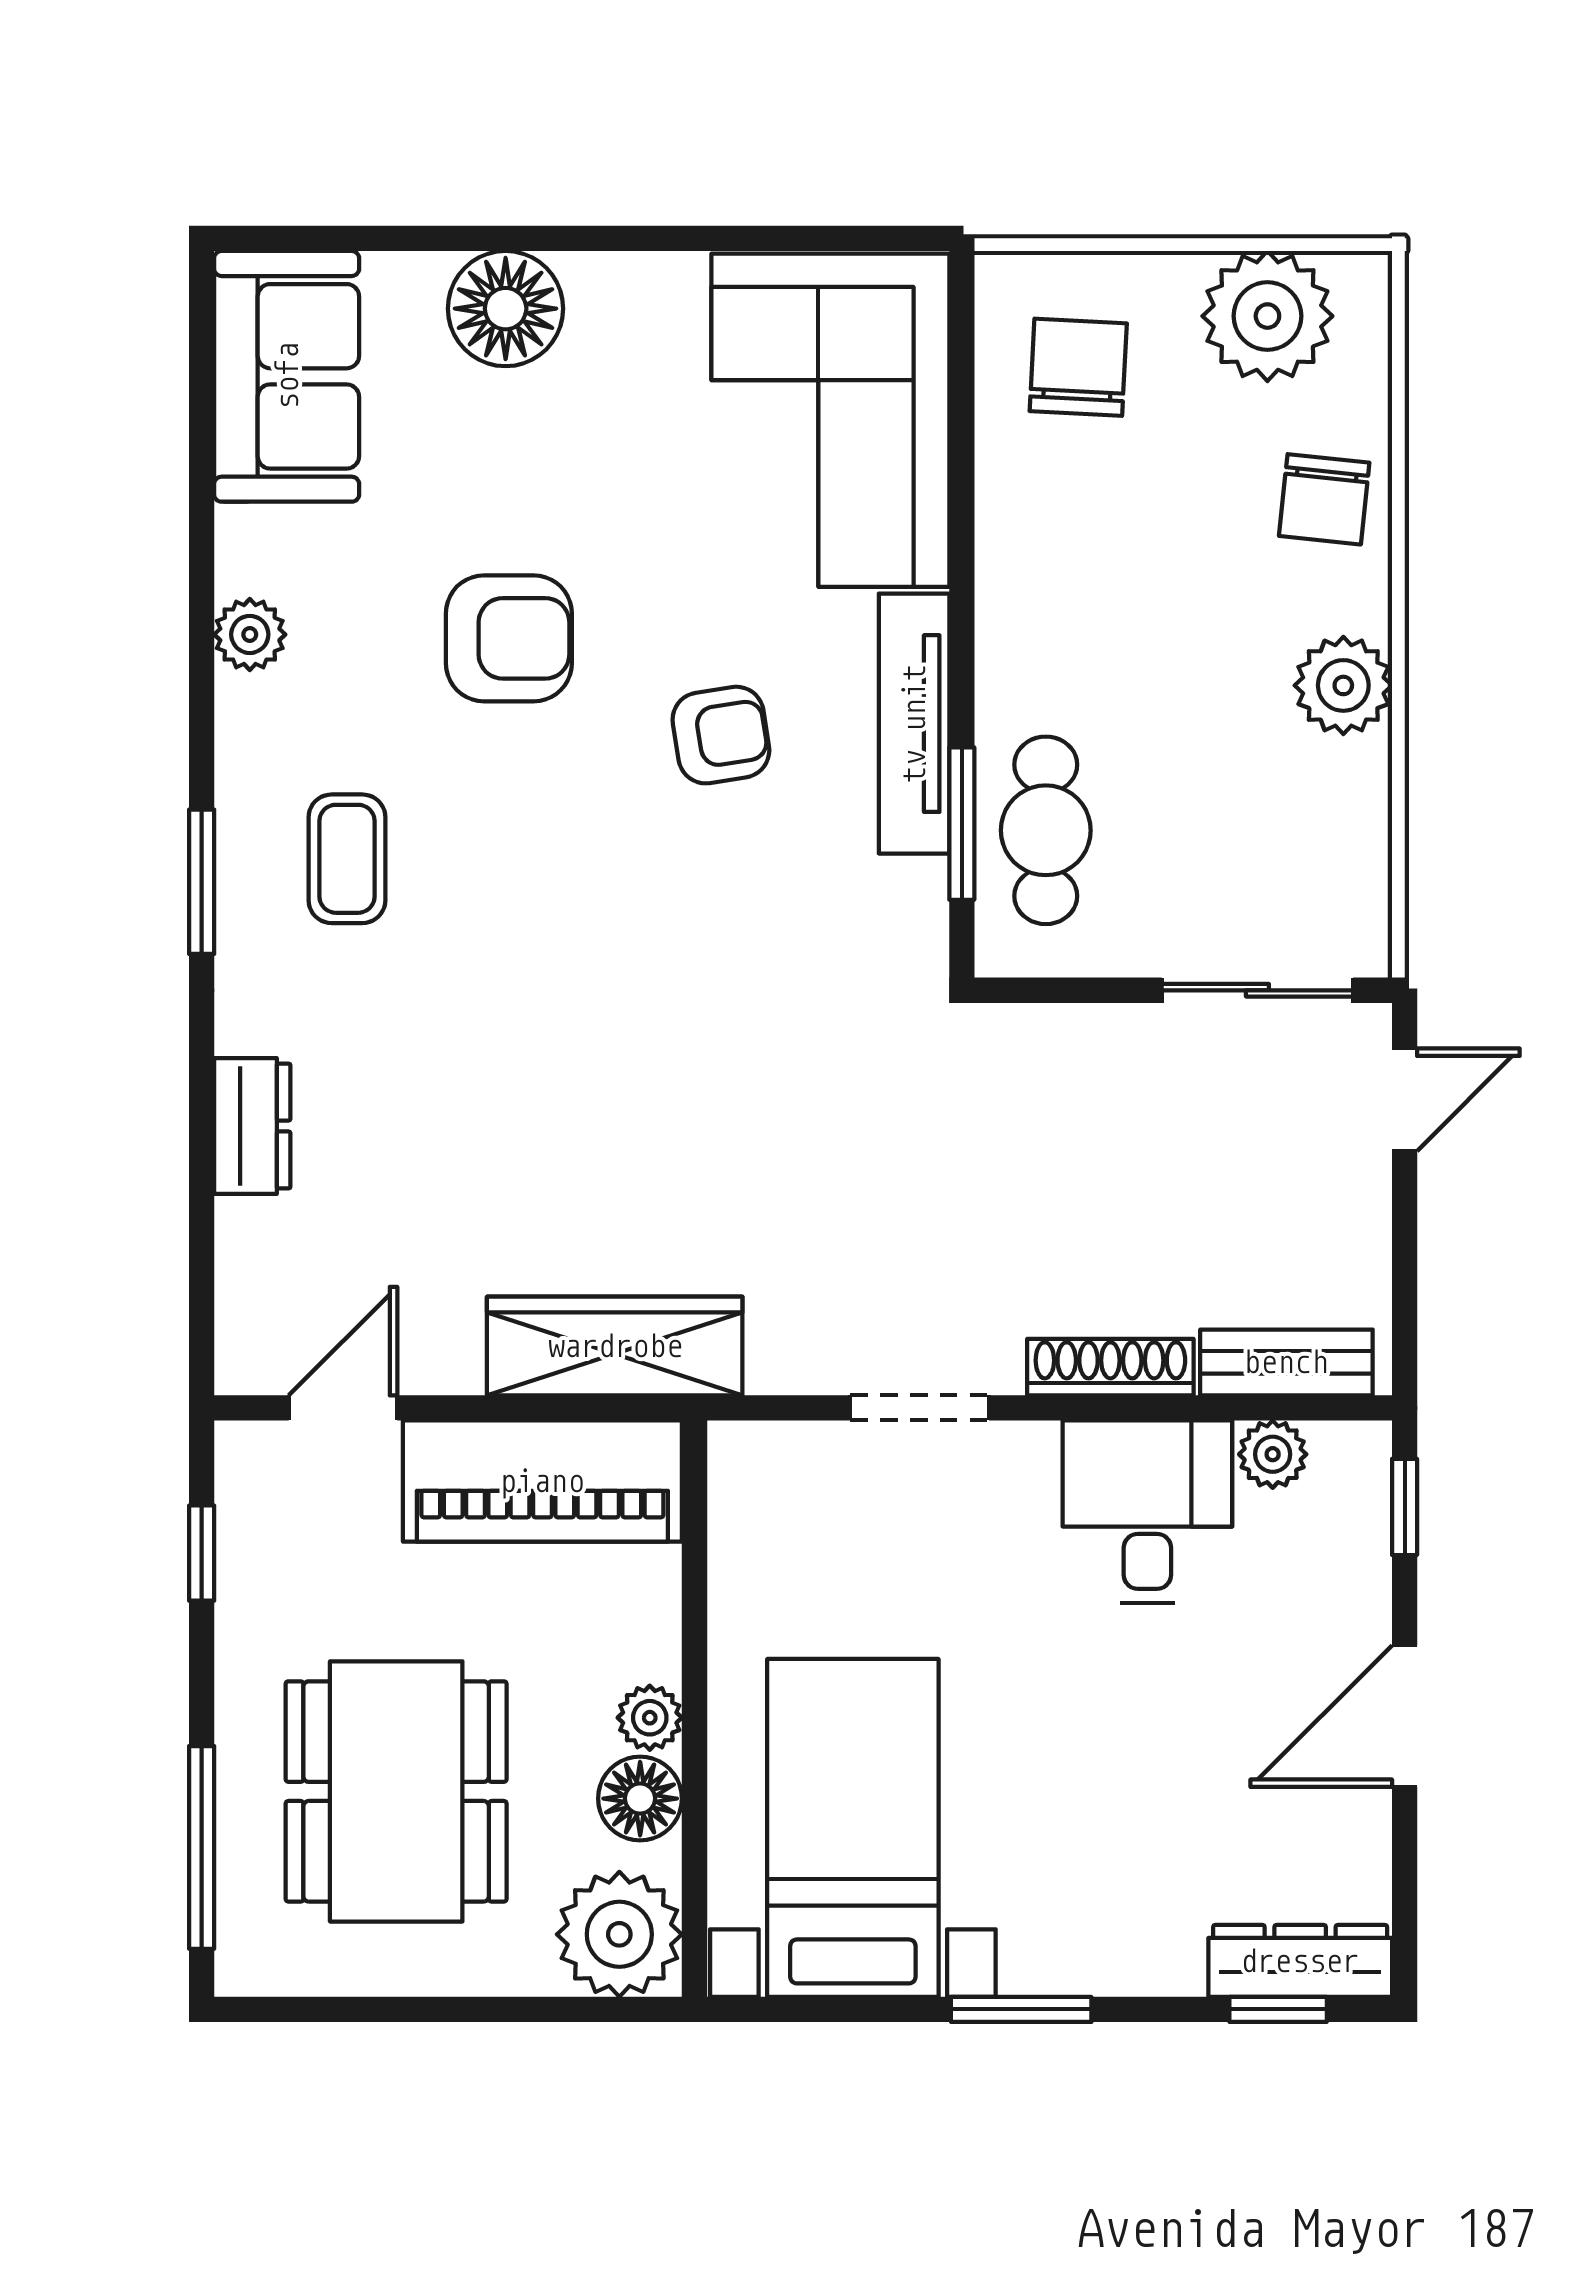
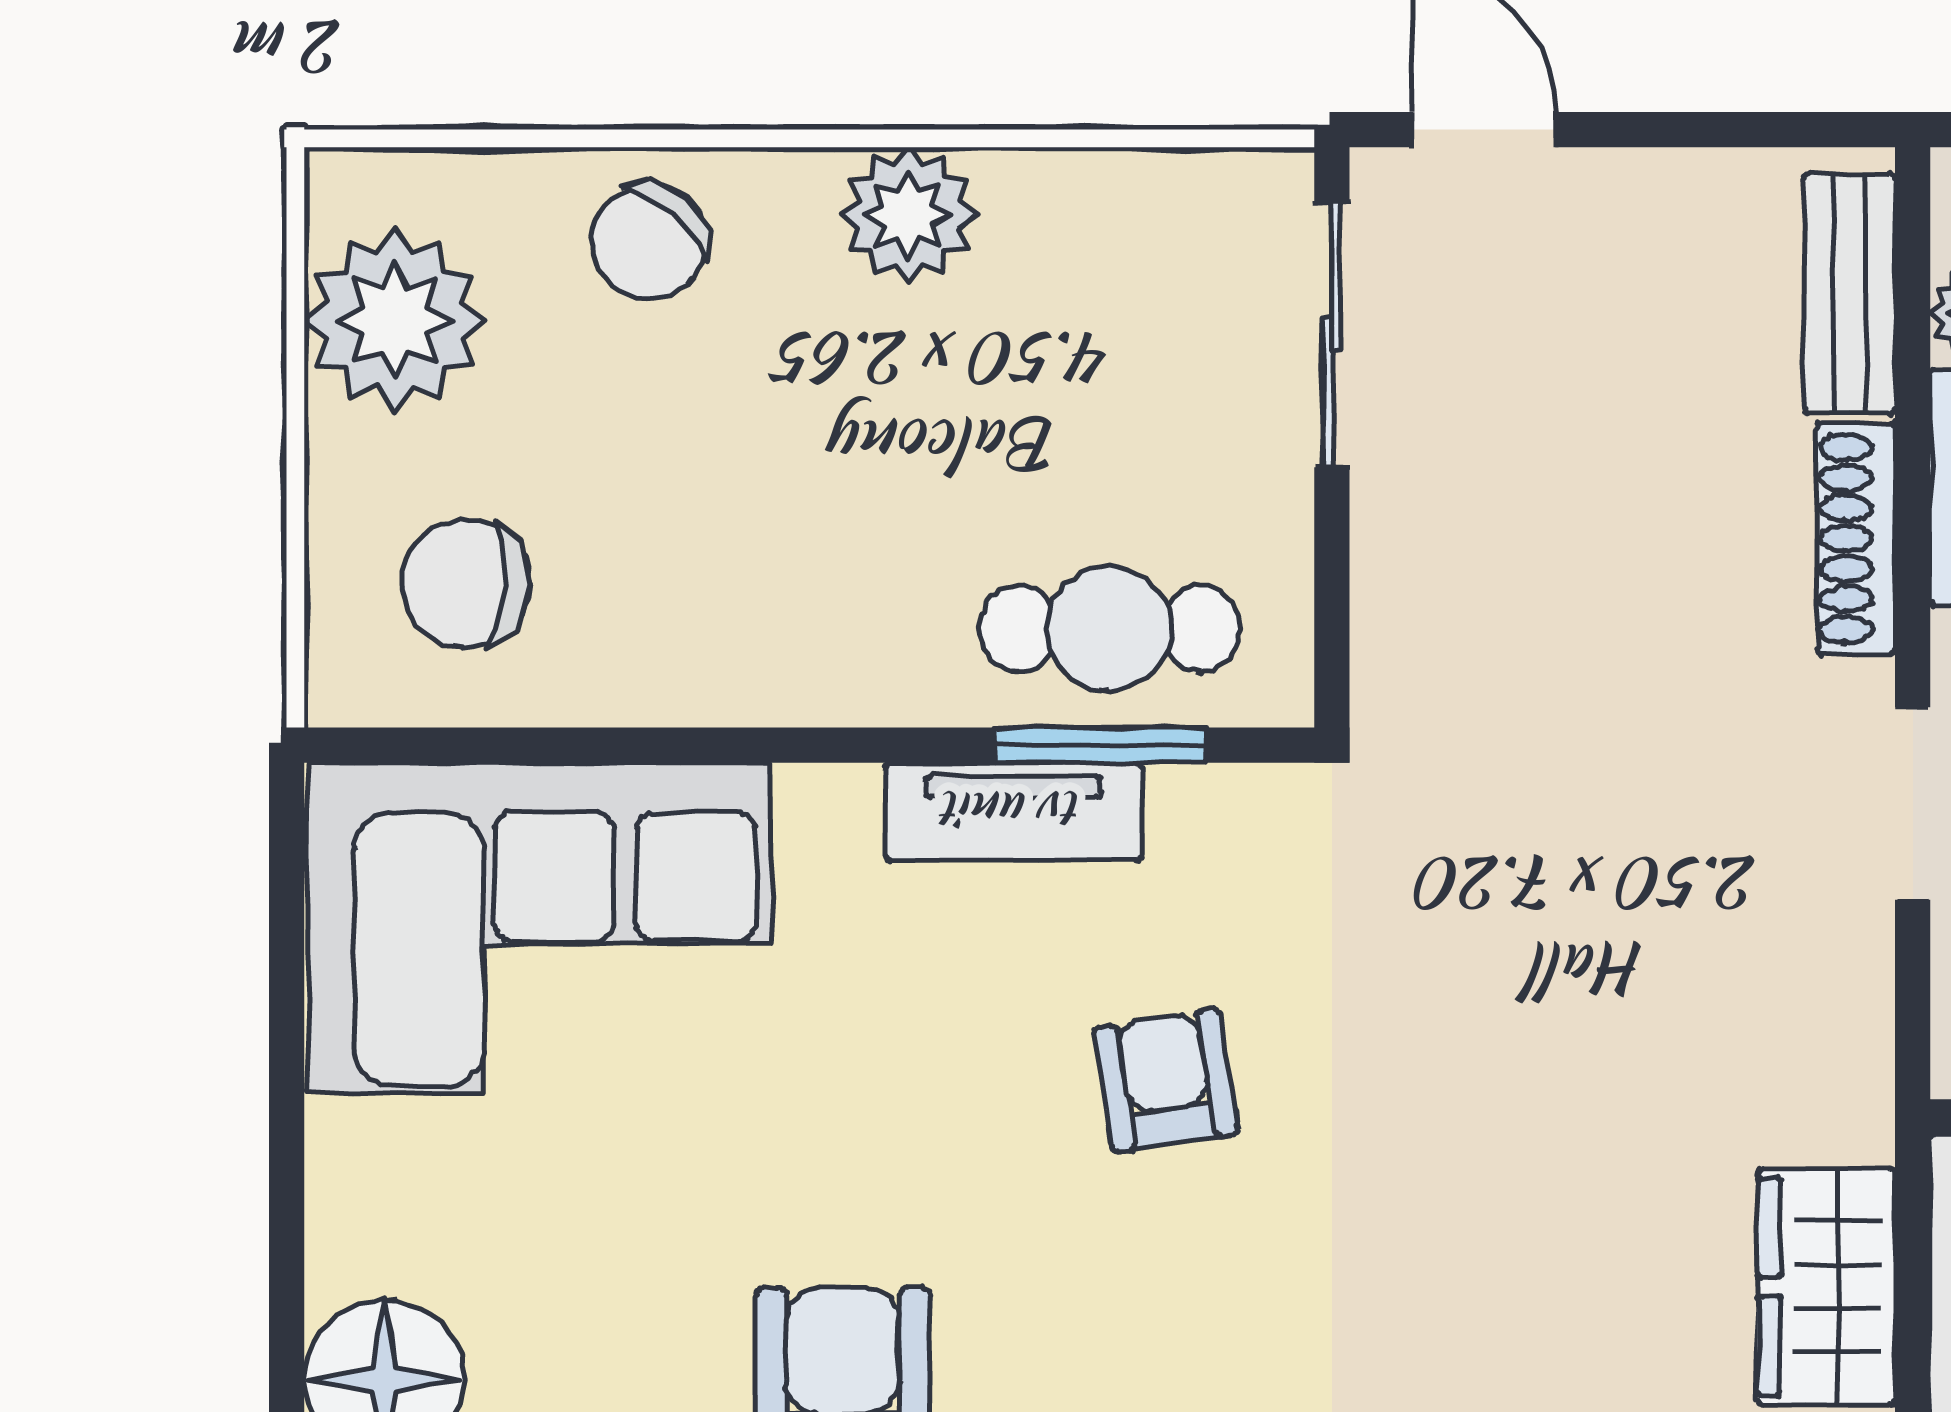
chair: (1324, 499) -> (649, 241), turned 124
tv unit: (914, 724) -> (1014, 812), width x0.71
armchair: (721, 735) -> (1166, 1081), moved
wardrobe: (615, 1346) -> (1827, 1287), width x0.67

